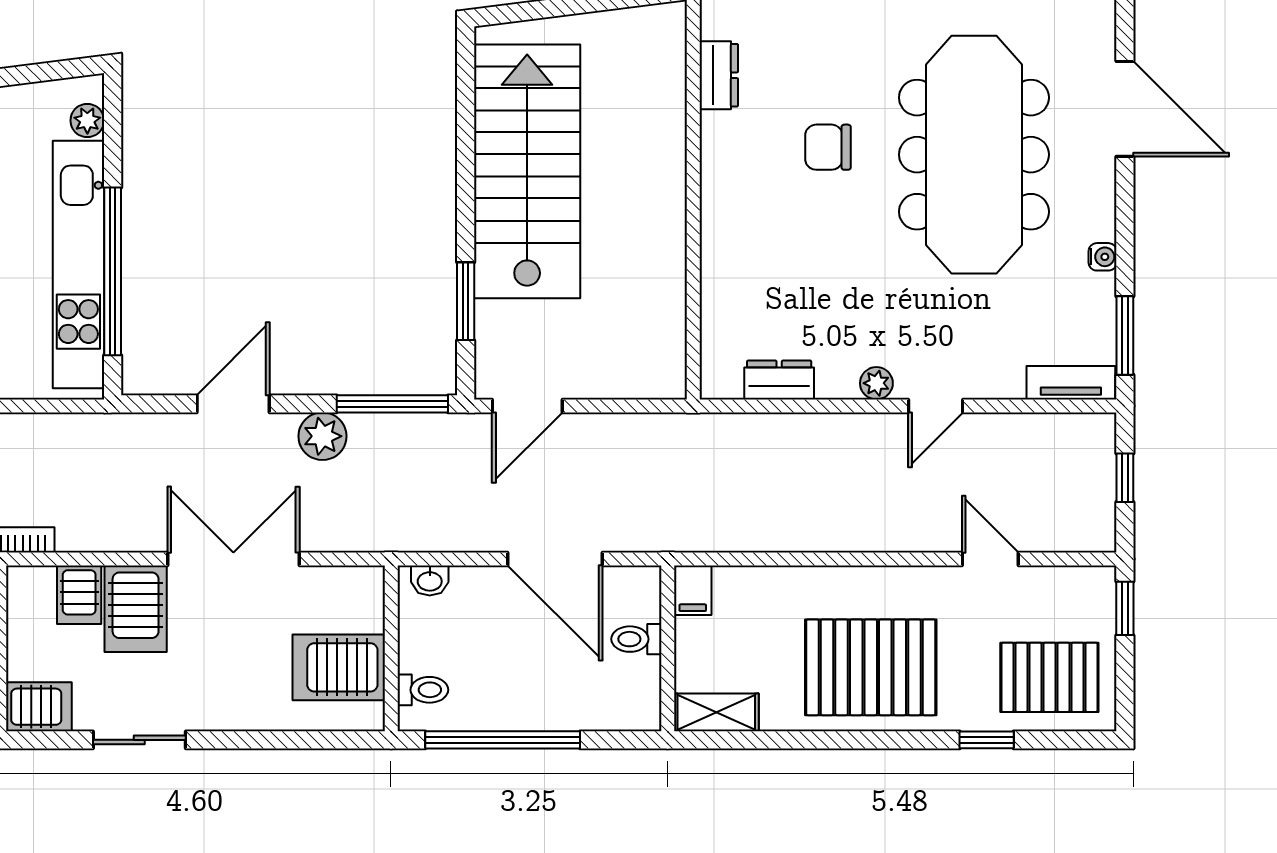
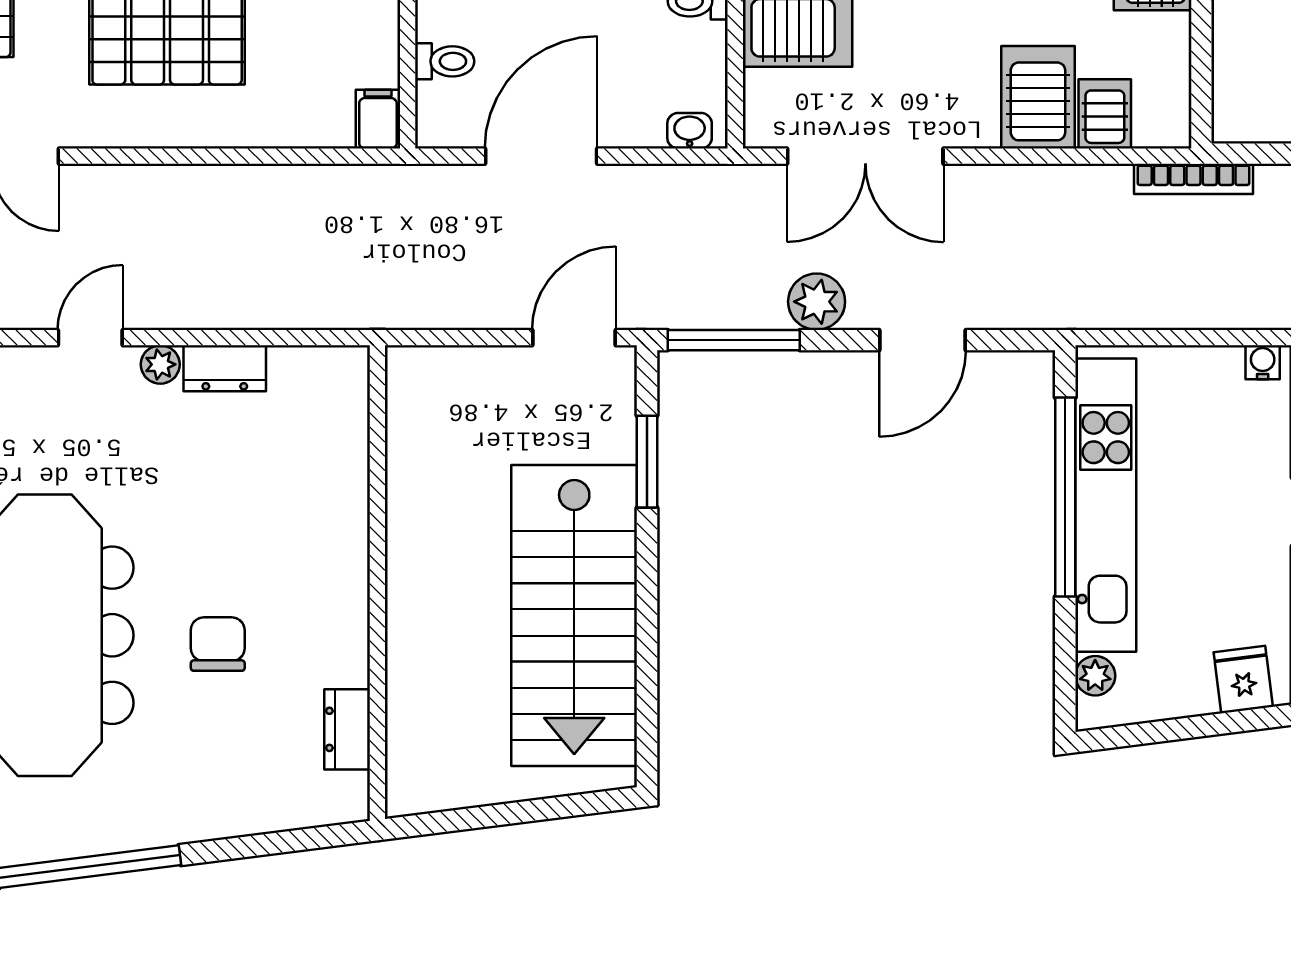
chair: (828, 147) -> (218, 644), turned -90
dresser: (779, 380) -> (225, 368), moved
double door: (233, 559) -> (865, 156), moved
door: (555, 559) -> (541, 156), hinge flipped

